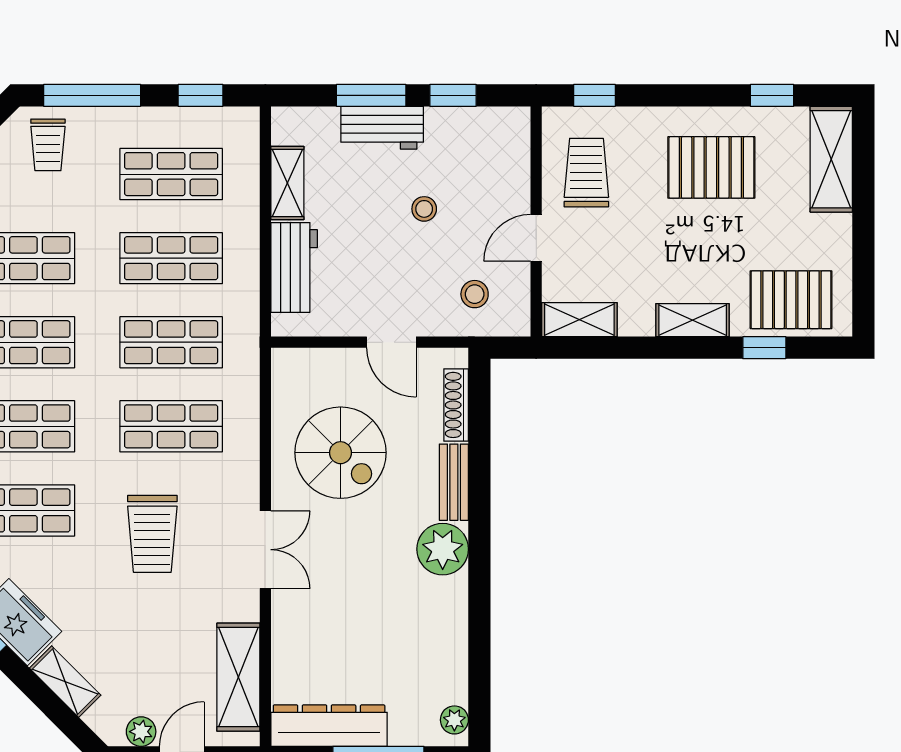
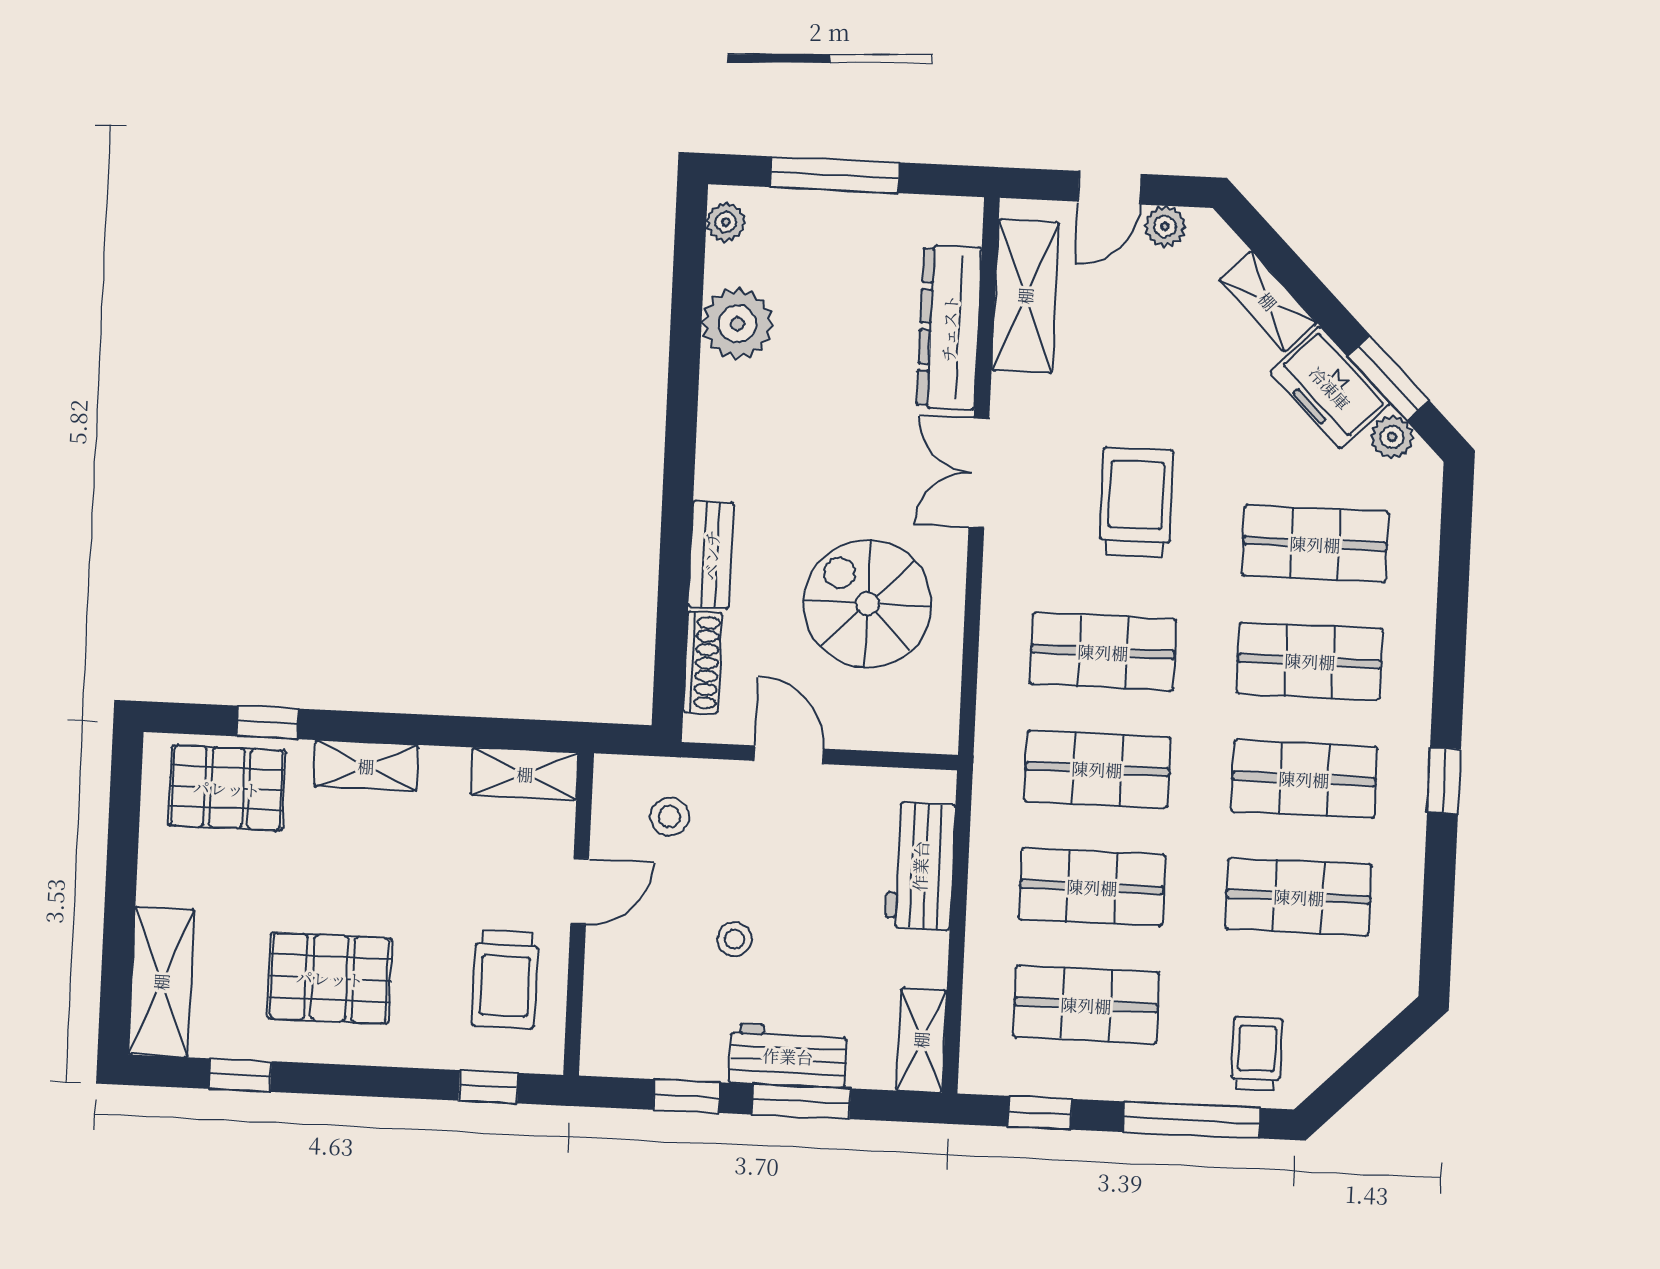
shelving: (287, 183) -> (921, 1040), moved
plant: (443, 549) -> (738, 324), moved
dresser: (329, 726) -> (949, 328), moved, turned 90

